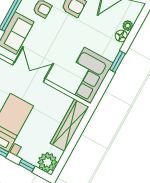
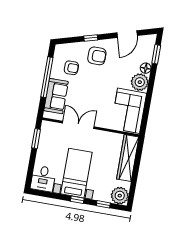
plant: (128, 26) -> (140, 82), moved, width x1.87, depth x1.87
window: (117, 62) -> (156, 54), moved

